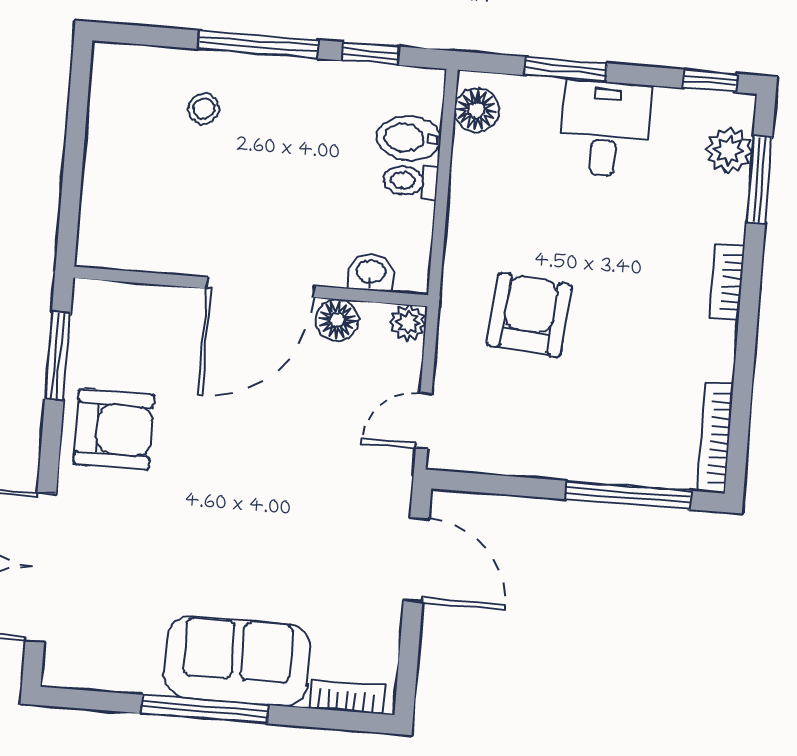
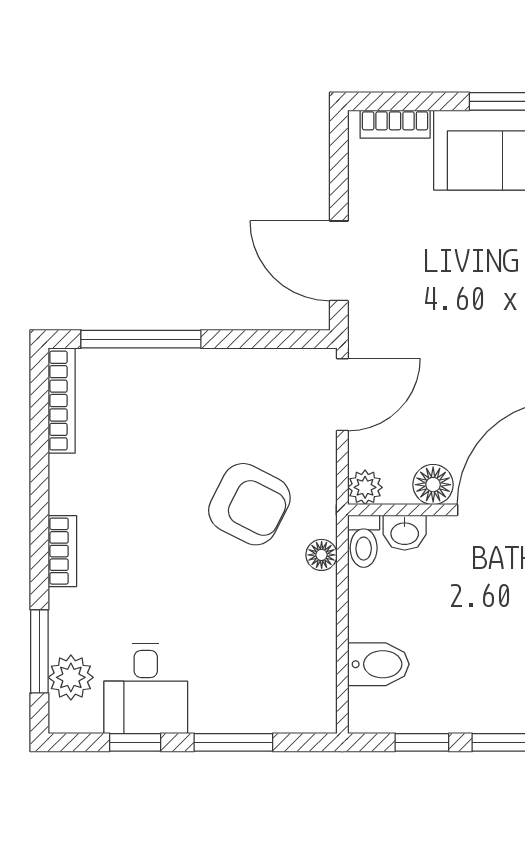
window: (710, 81) -> (135, 742), moved
floor lamp: (477, 110) -> (322, 555), moved, width x0.73, depth x0.73
desk: (605, 129) -> (146, 688), moved
toilet: (410, 181) -> (364, 541), moved, turned 90
armchair: (529, 315) -> (249, 504), turned -68
door: (424, 421) -> (342, 395), width x1.38

